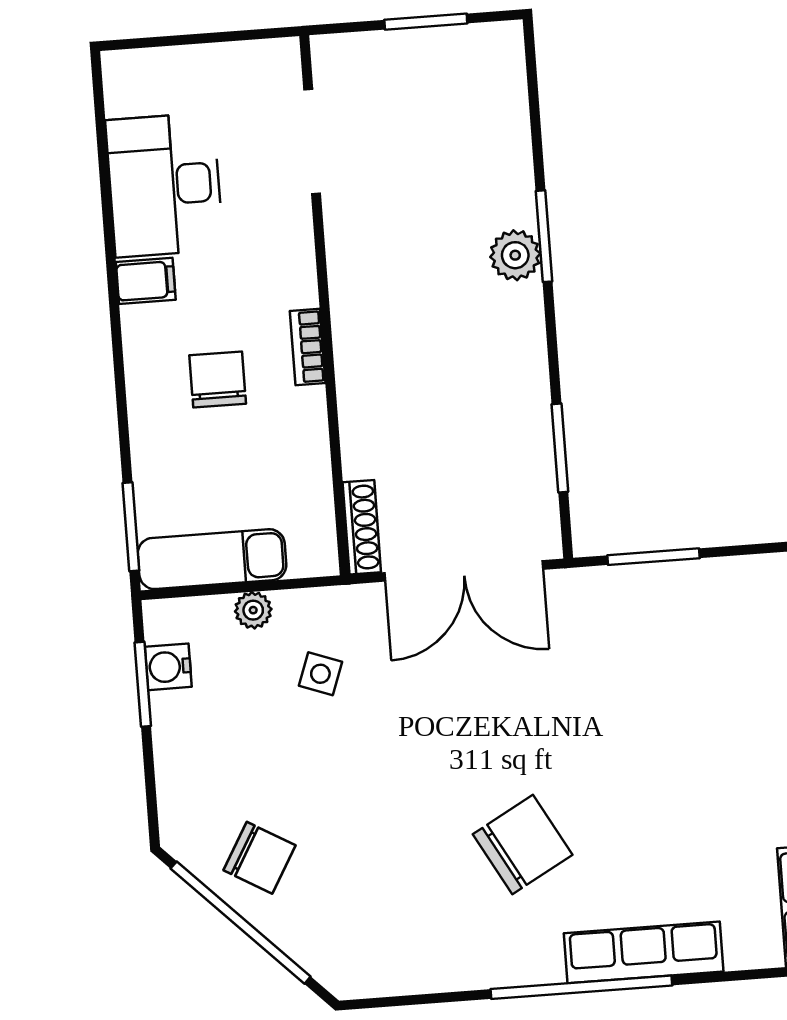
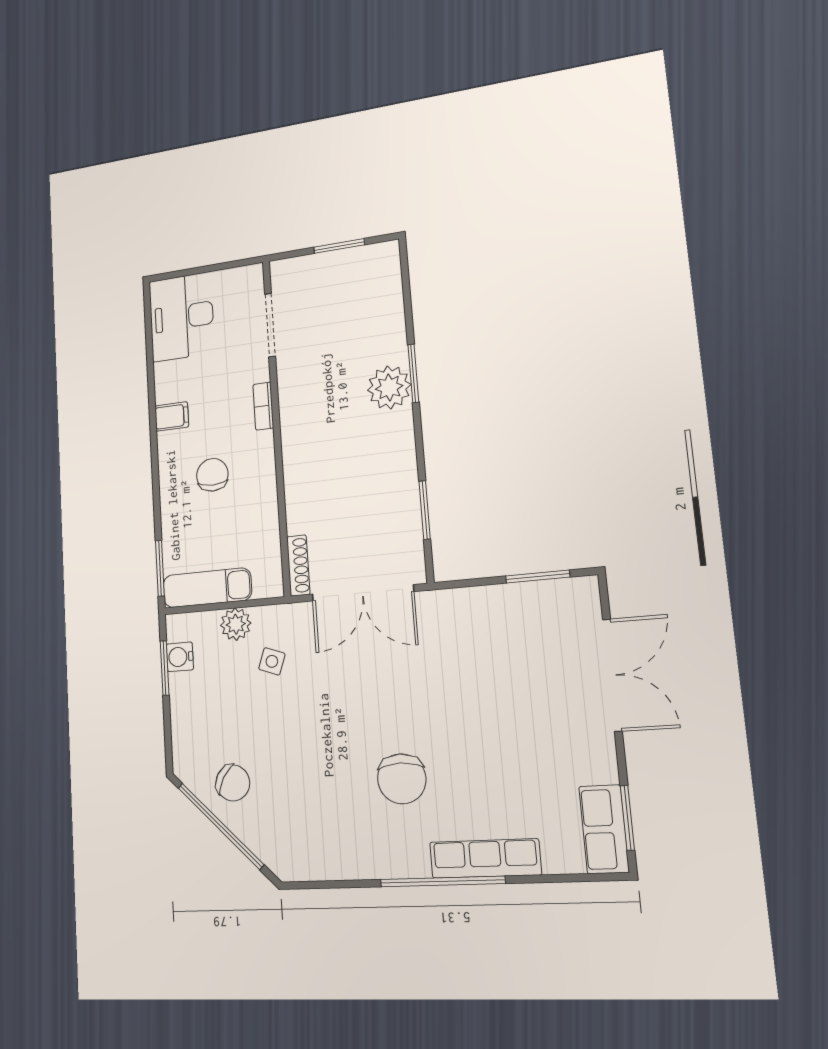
desk: (165, 185) -> (182, 317), moved
plant: (515, 255) -> (389, 387), width x1.36, depth x1.36
bookcase: (308, 347) -> (263, 406), moved
window: (653, 557) -> (538, 577), moved
plant: (253, 610) -> (236, 624), width x1.38, depth x1.38
chair: (523, 844) -> (402, 779), turned 119

